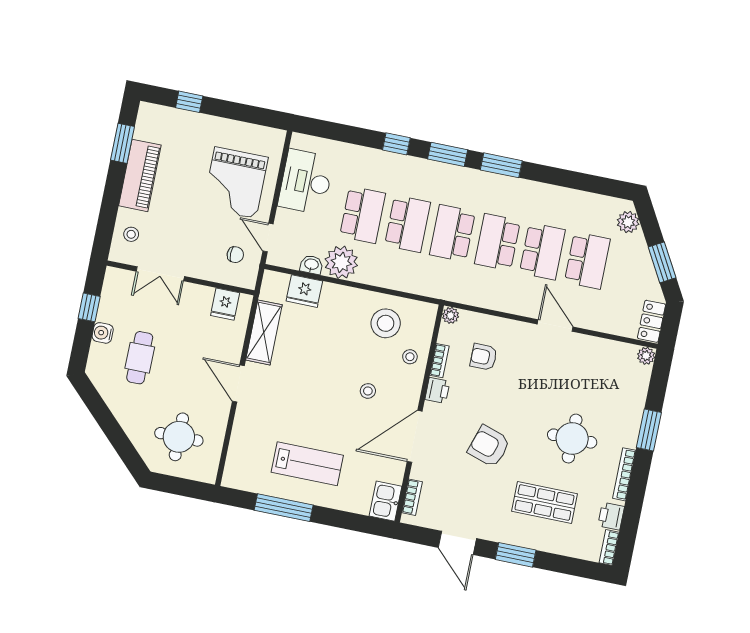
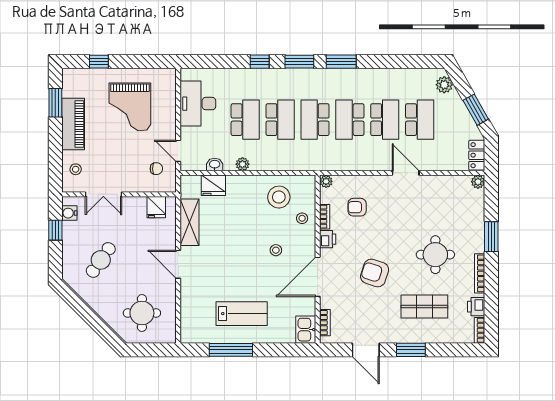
grand piano: (235, 183) -> (130, 107), moved
plant: (341, 262) -> (242, 164), width x0.53, depth x0.53
water cooler: (103, 333) -> (69, 213), moved
cafe table: (140, 358) -> (101, 260), turned 35

